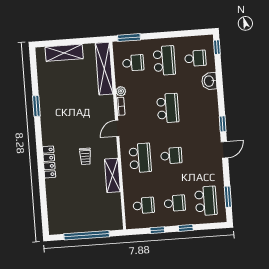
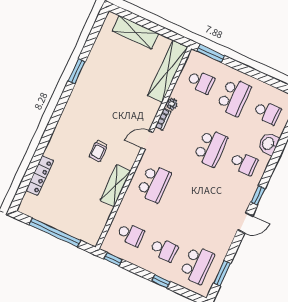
school desk: (171, 156) -> (244, 163), moved
locker: (49, 162) -> (40, 175), moved
window: (157, 230) -> (113, 259), moved

